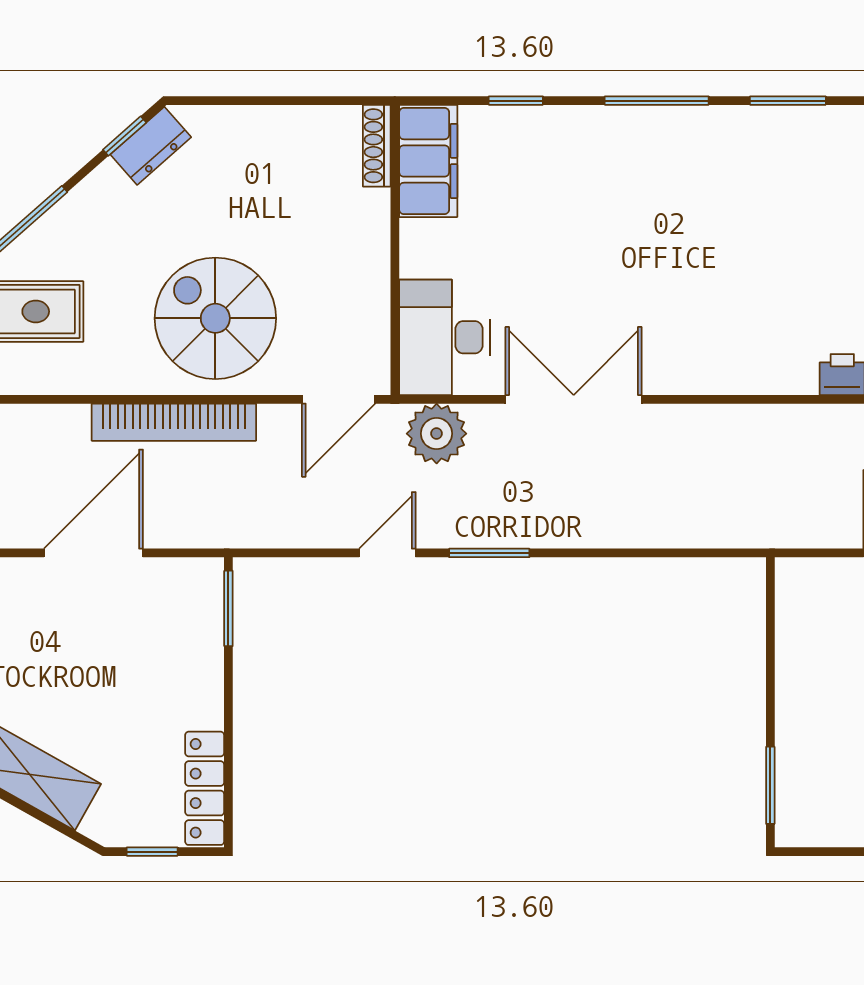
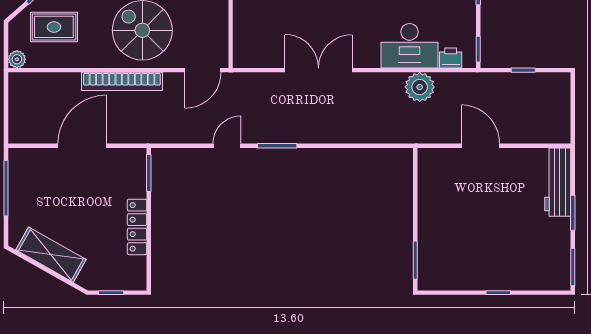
desk: (444, 337) -> (409, 46), moved, turned -90
plant: (437, 434) -> (420, 87), moved
locker: (205, 788) -> (137, 227), moved

